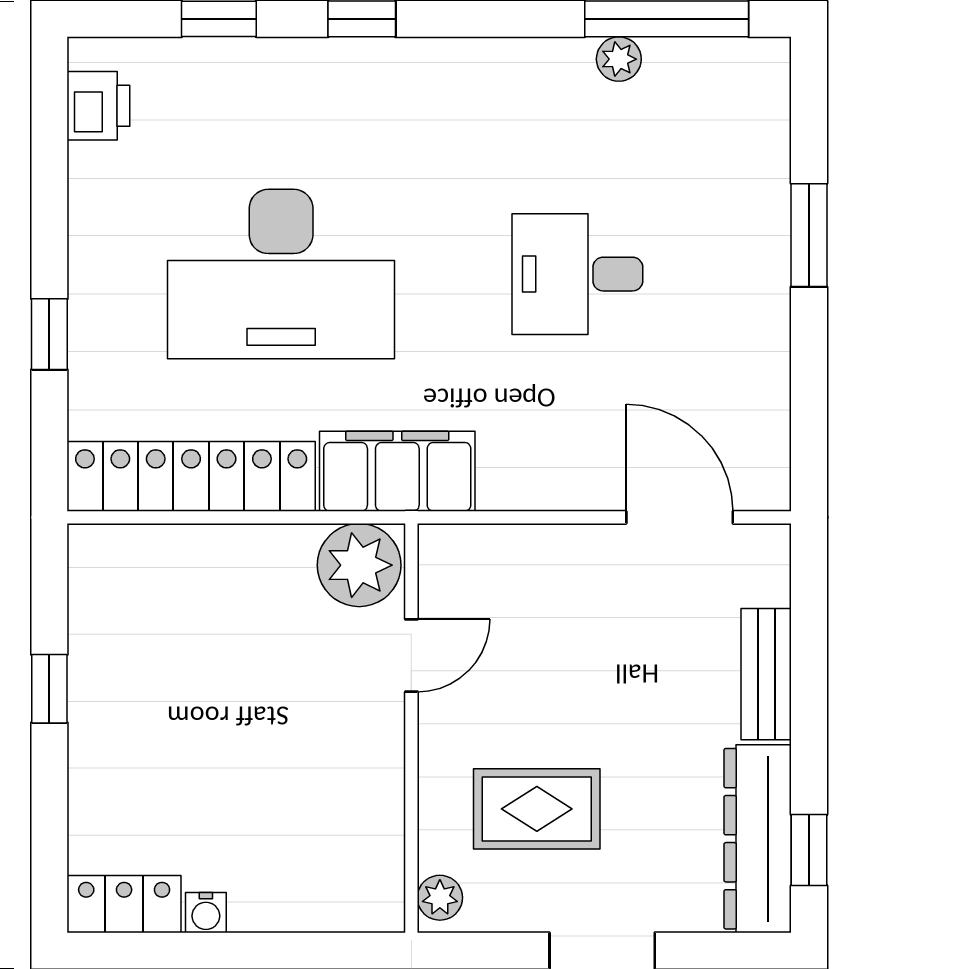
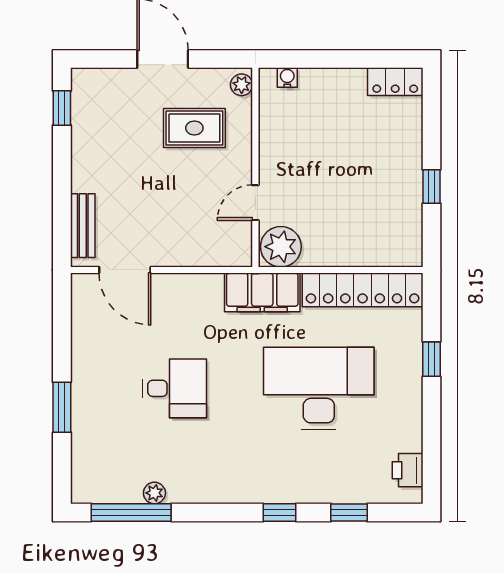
bench: (766, 674) -> (83, 226), moved
dresser: (758, 839) -> (87, 114), removed
water cooler: (206, 913) -> (287, 78), moved

